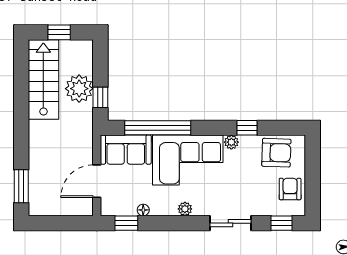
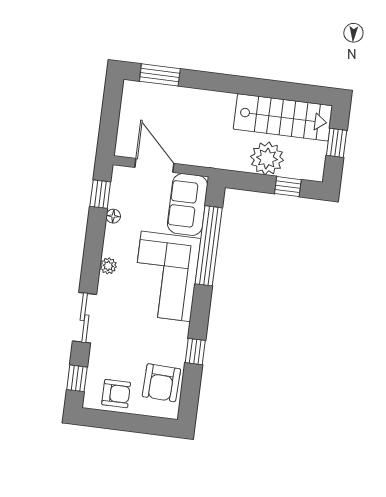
window: (100, 97) -> (288, 187), moved
plant: (231, 142) -> (181, 331), removed

